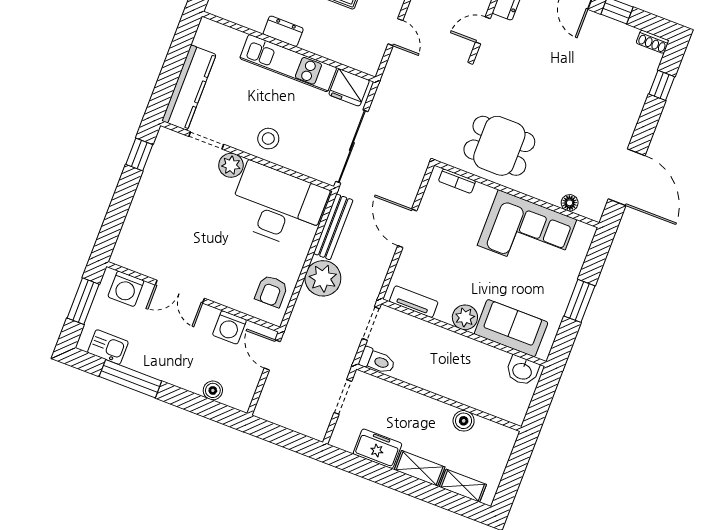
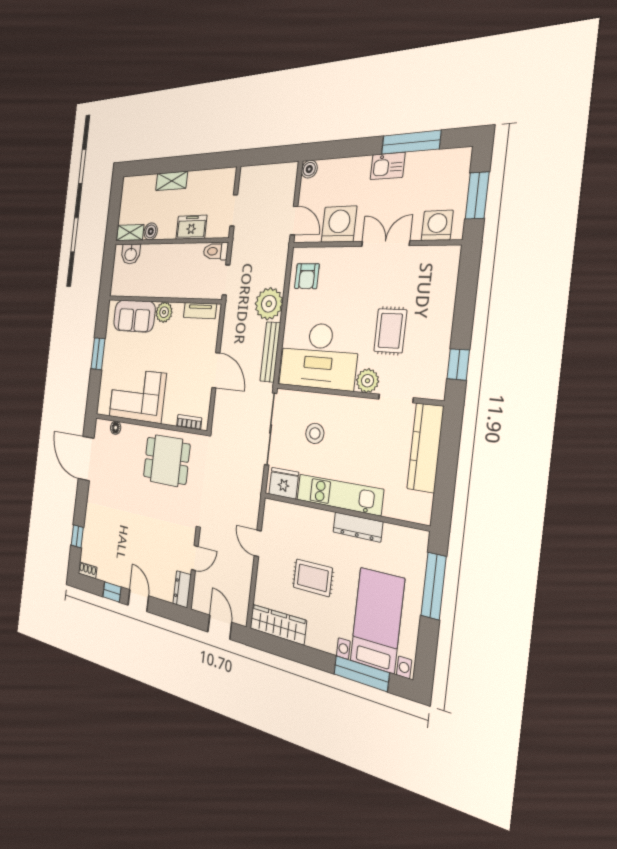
dresser: (283, 31) -> (358, 527), width x1.44
stool: (268, 139) -> (315, 433), moved
rug: (196, 206) -> (390, 331), added
armchair: (271, 291) -> (307, 276), turned 180
washing machine: (229, 327) -> (339, 224), width x1.37, depth x1.37
kitchen sink: (108, 347) -> (387, 166), moved
washbasin: (522, 371) -> (131, 254), moved, turned 180
boiler: (213, 390) -> (309, 169), moved
freezer: (378, 449) -> (191, 227), moved, turned 180
shelving: (463, 486) -> (130, 233), moved

